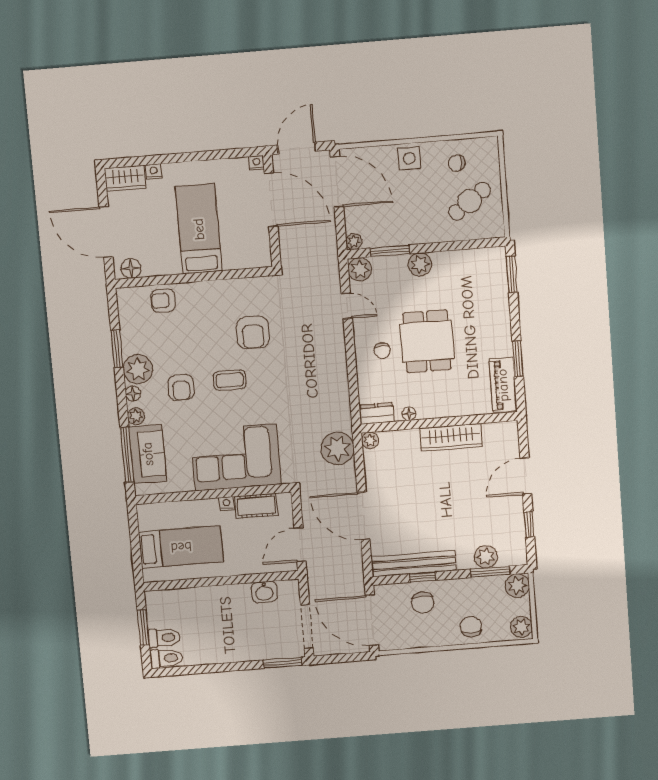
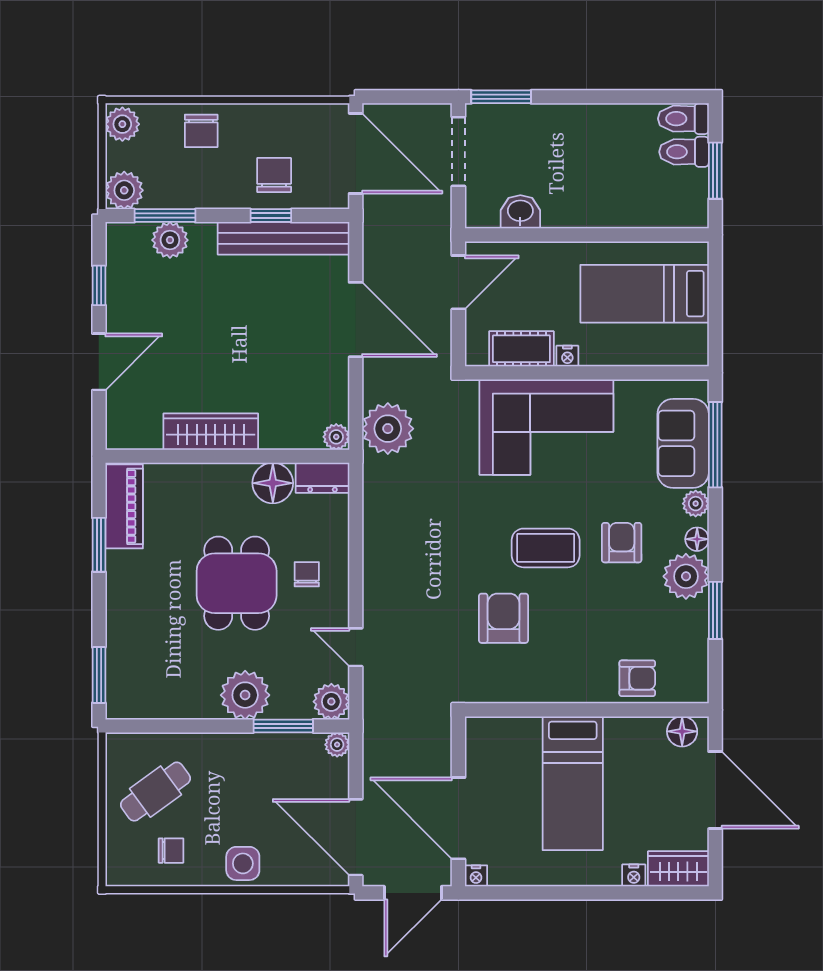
plant: (420, 264) -> (245, 695), width x1.36, depth x1.36
coffee table: (230, 380) -> (546, 548), width x1.36, depth x1.30
floor lamp: (409, 414) -> (273, 483), width x1.89, depth x1.89

